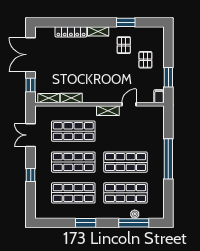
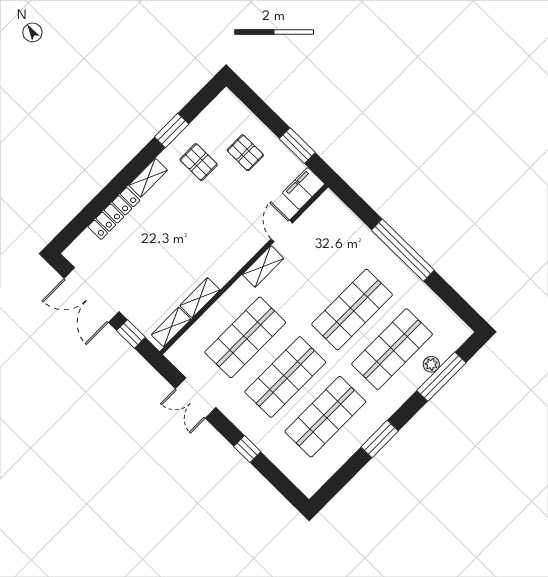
filing cabinet: (159, 96) -> (303, 188), width x2.00

